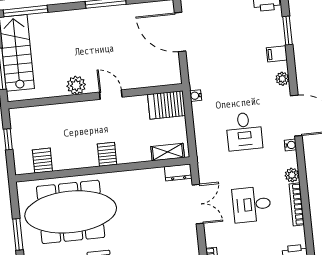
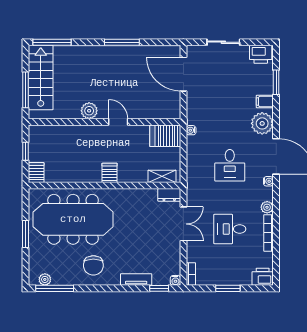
plant: (282, 79) -> (262, 123), width x1.87, depth x1.87
server rack: (42, 161) -> (36, 173), moved

